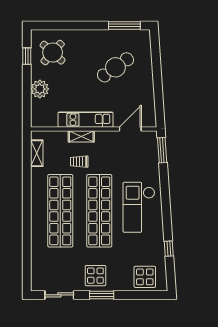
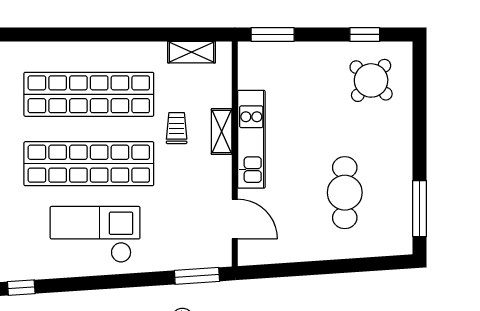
cafe table: (115, 67) -> (345, 193), turned 35
plant: (40, 89) -> (306, 58), removed
window: (27, 108) -> (273, 34), added

